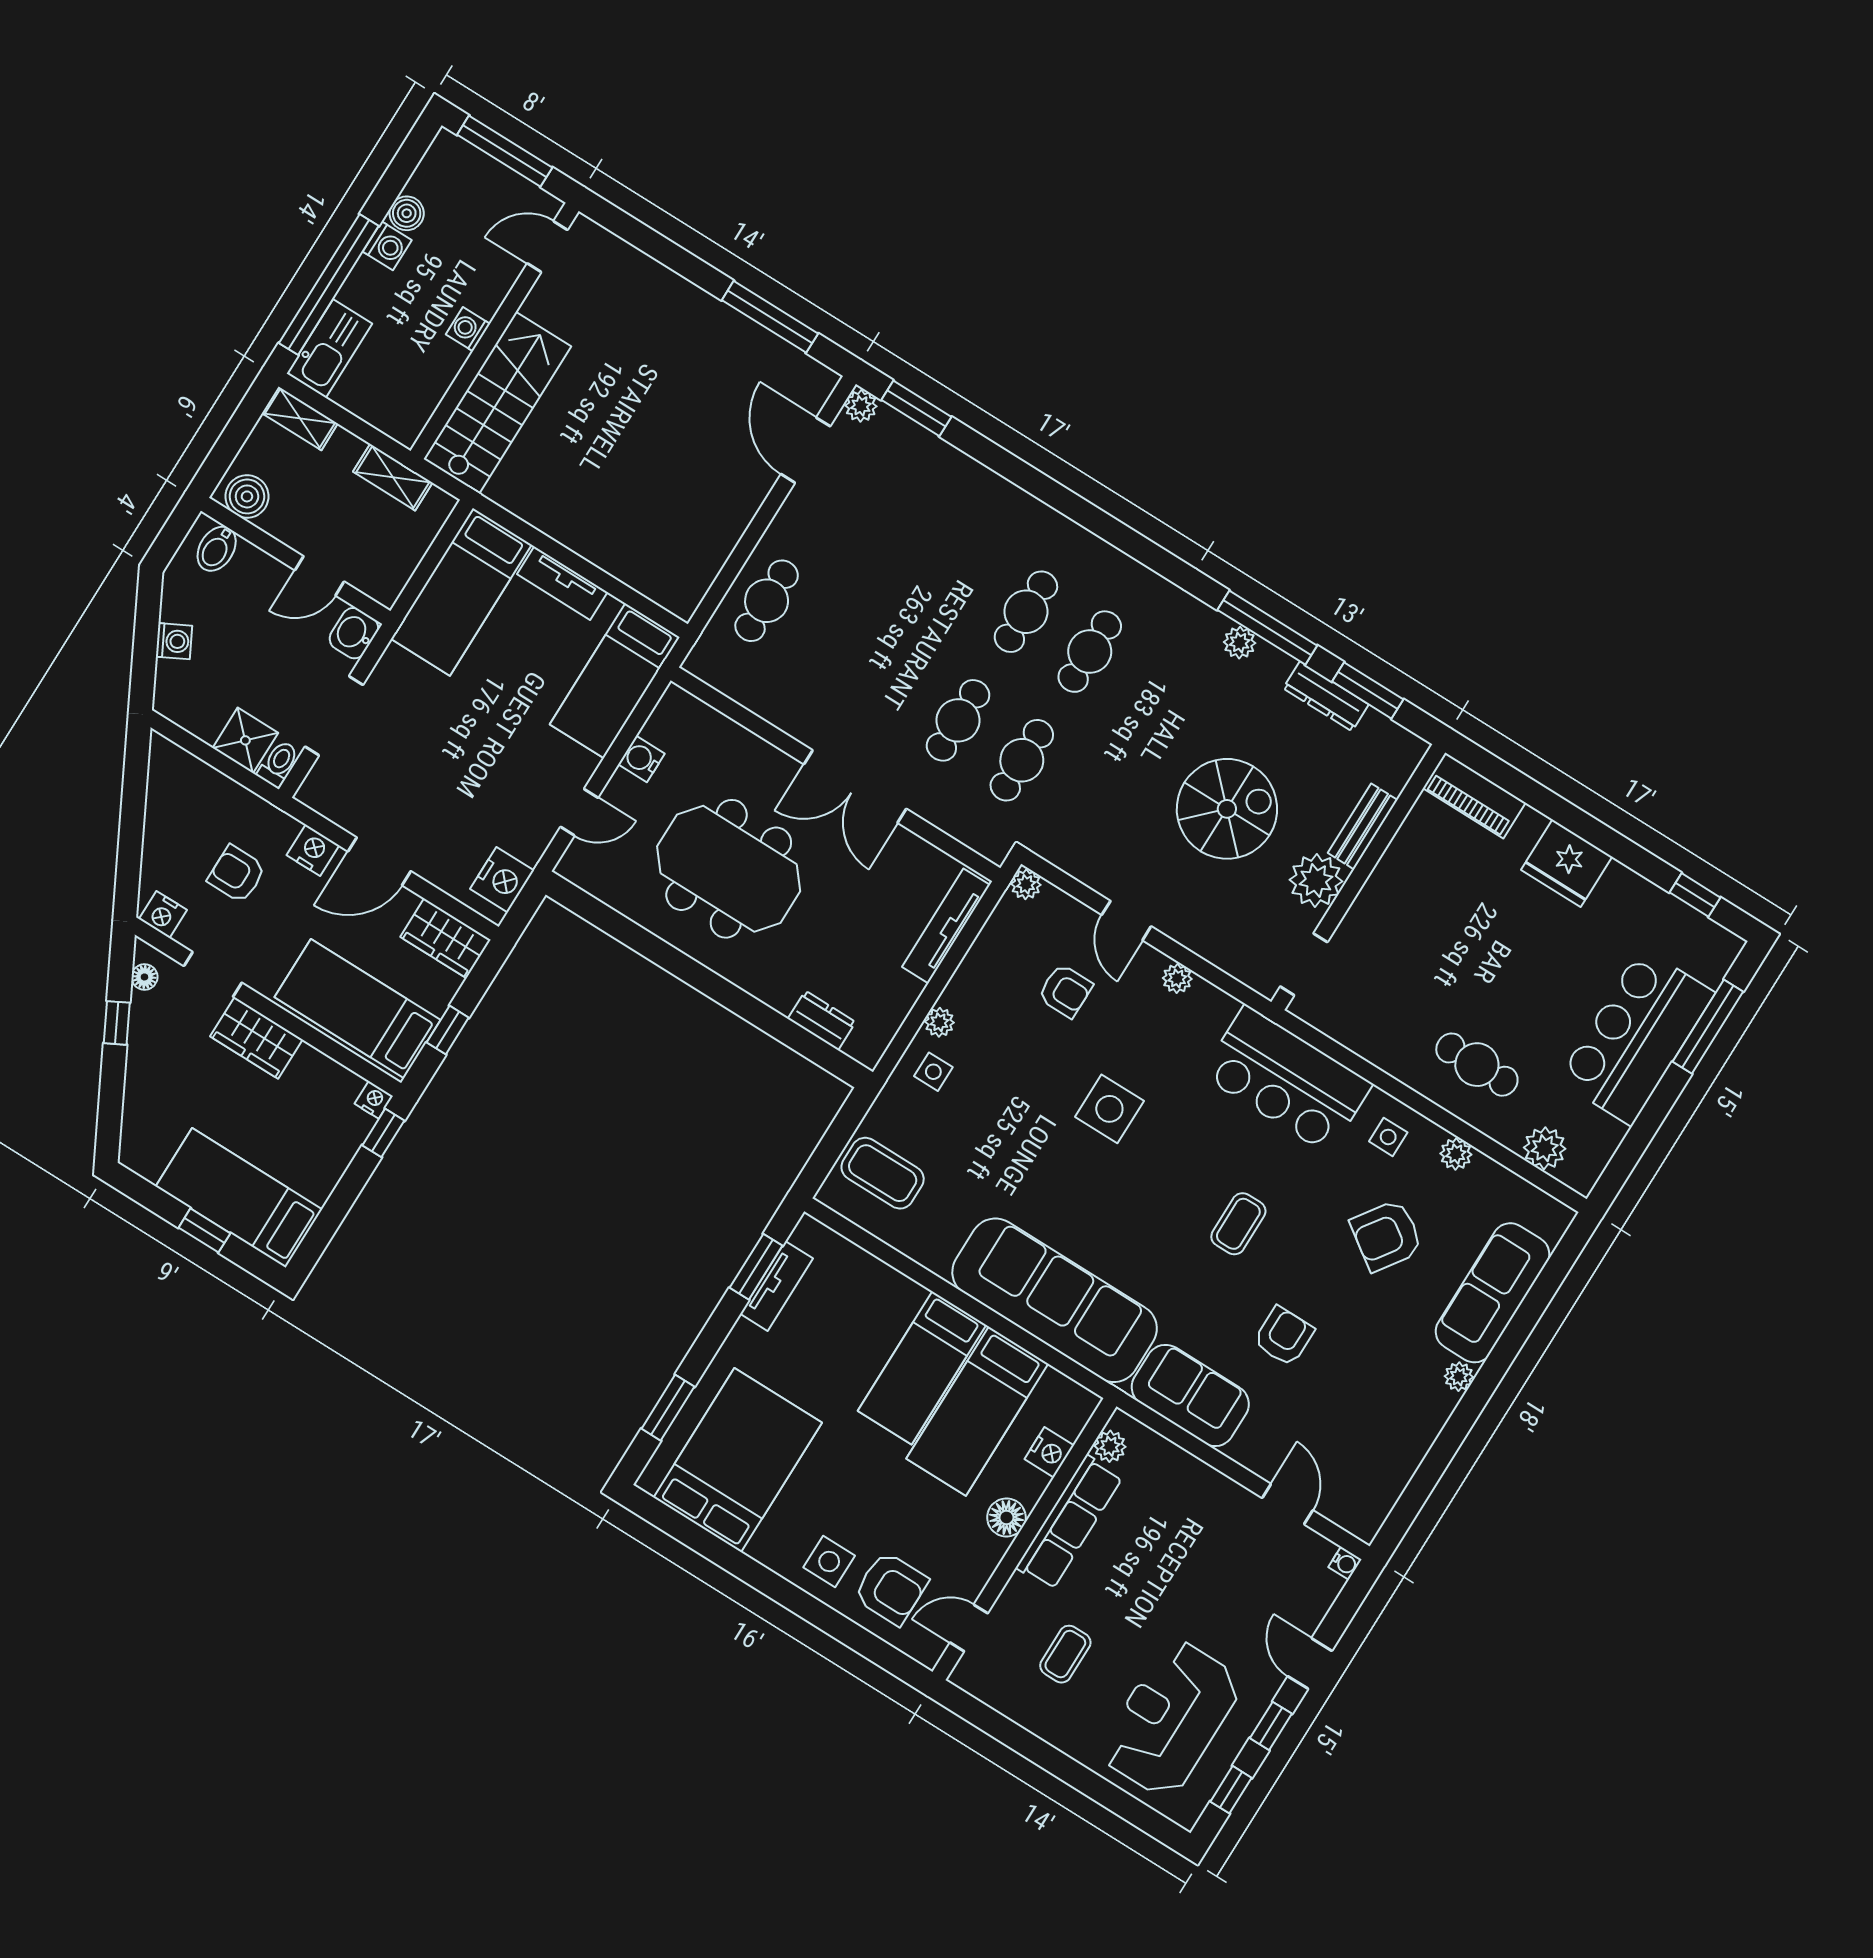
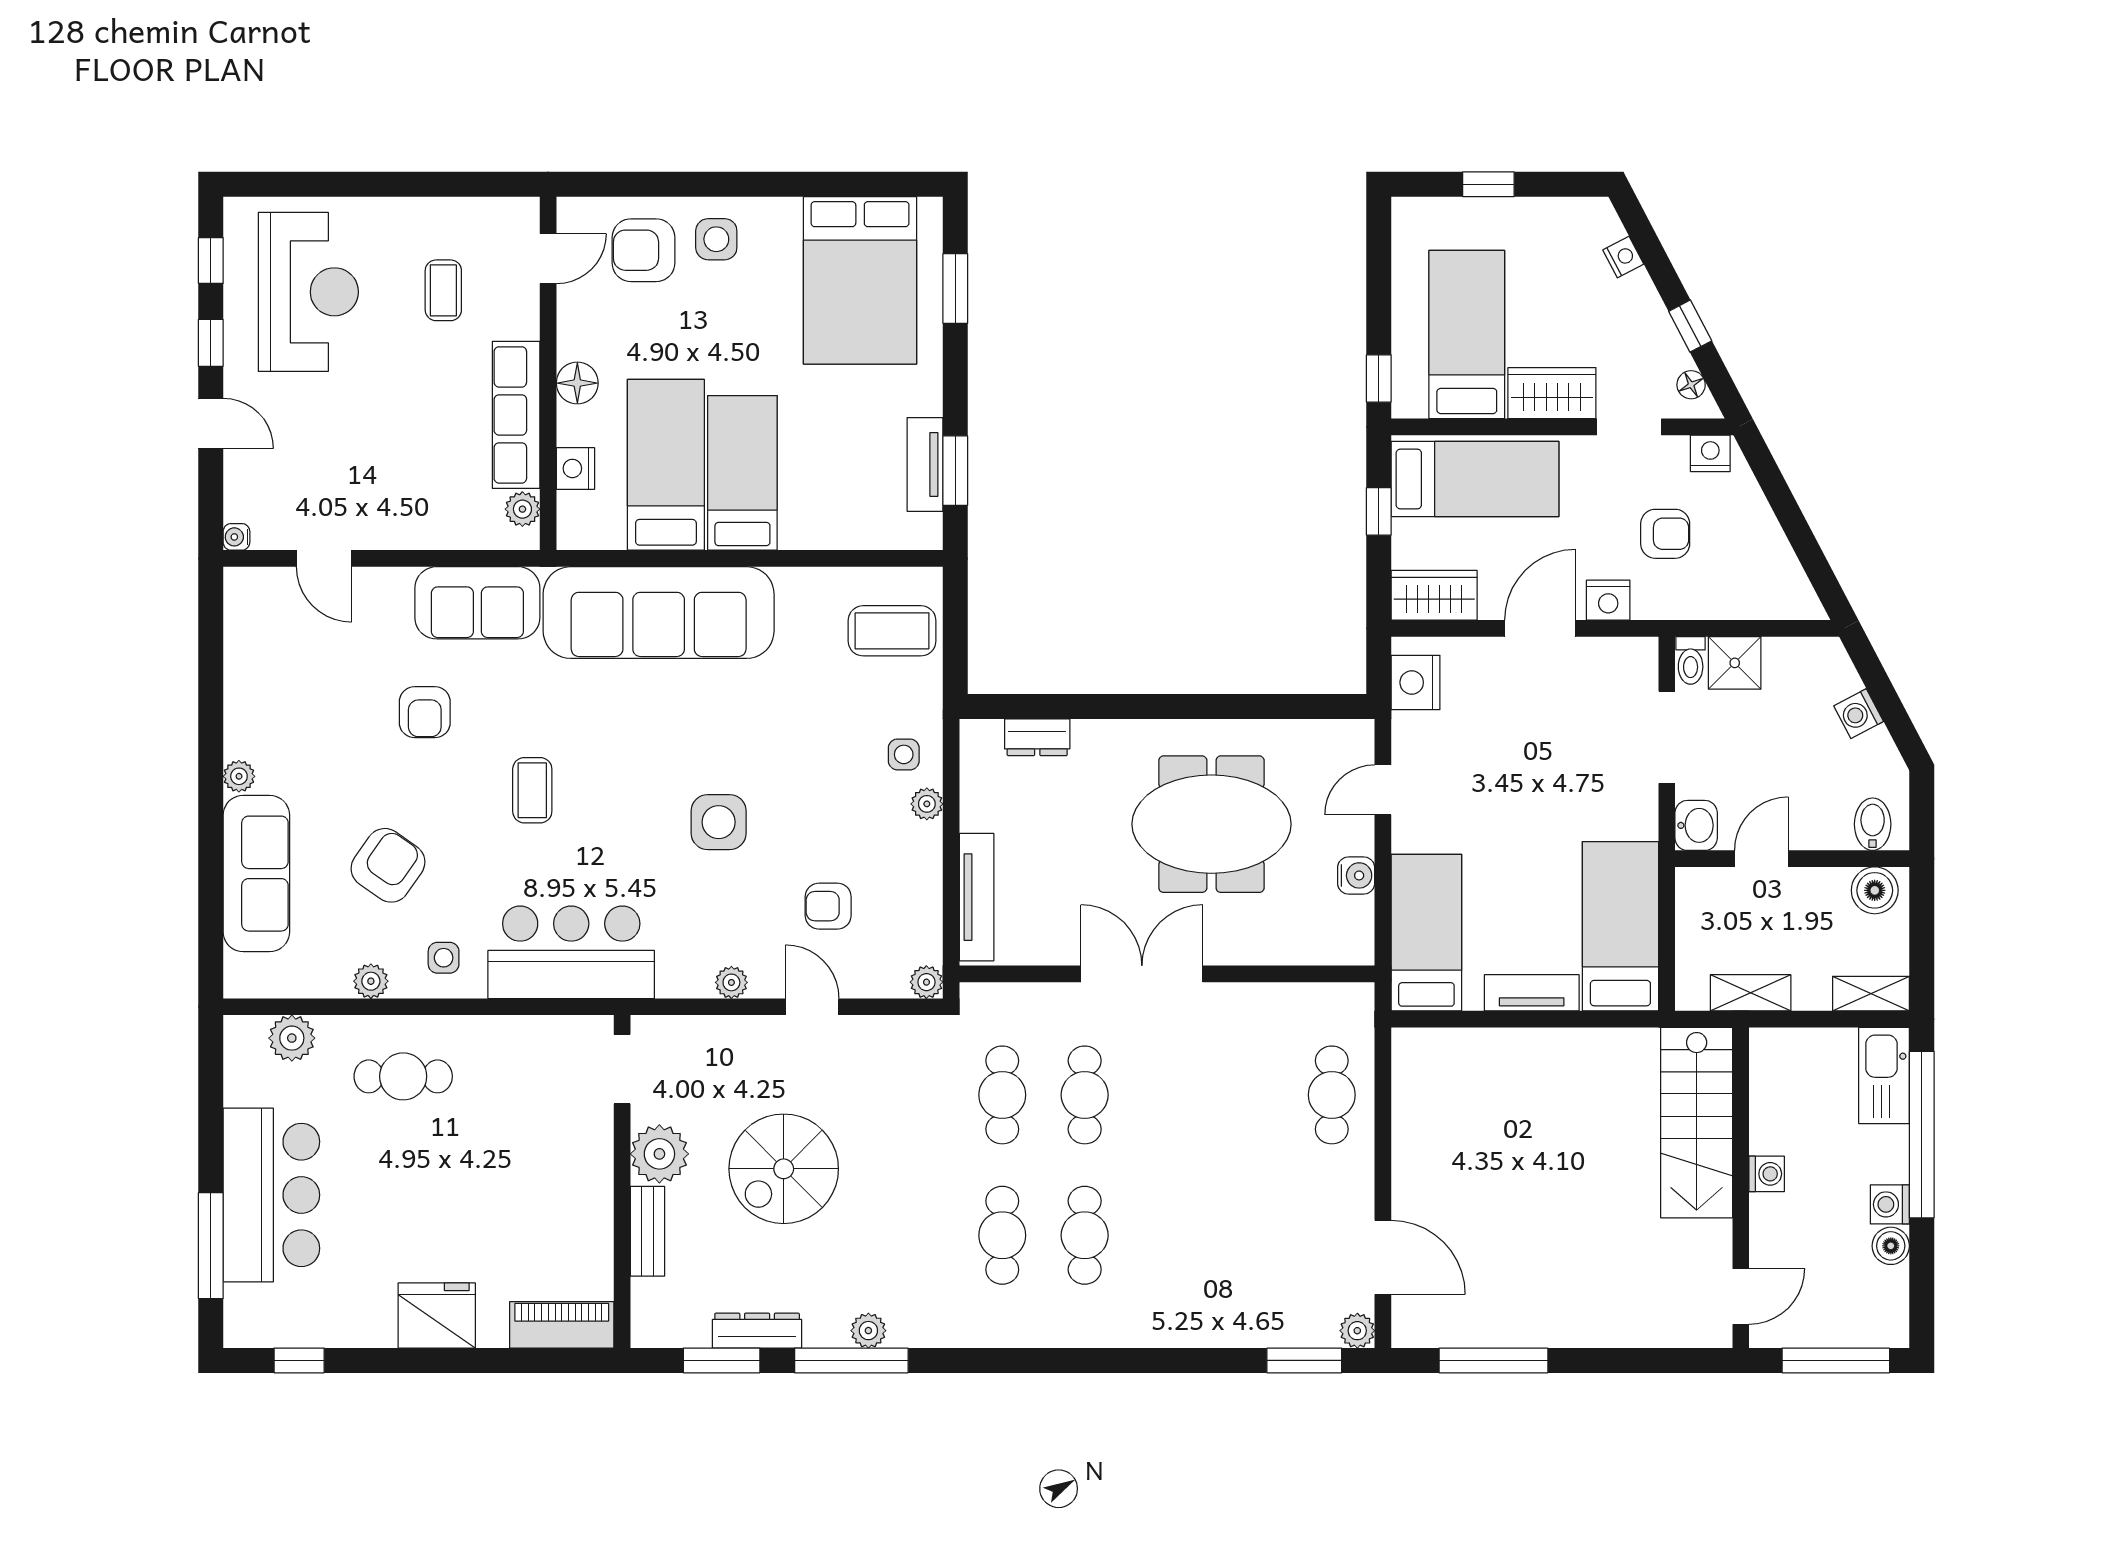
nightstand: (374, 1100) -> (1623, 257), moved, turned -118
bed: (239, 1198) -> (1467, 335), moved, turned -90

